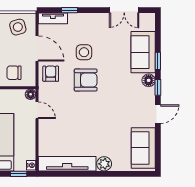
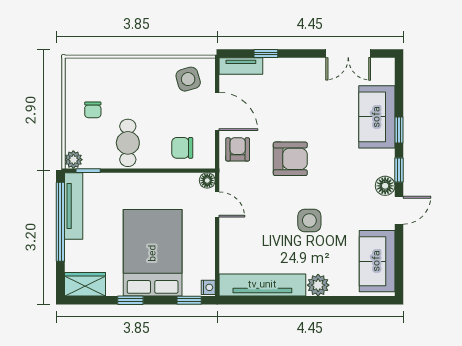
side table: (84, 52) -> (309, 220), moved
floor lamp: (149, 80) -> (385, 186), moved

